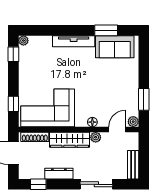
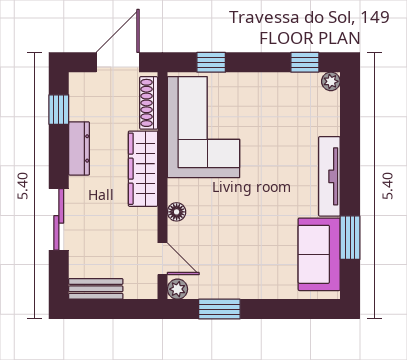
plant: (96, 137) -> (148, 218), removed

